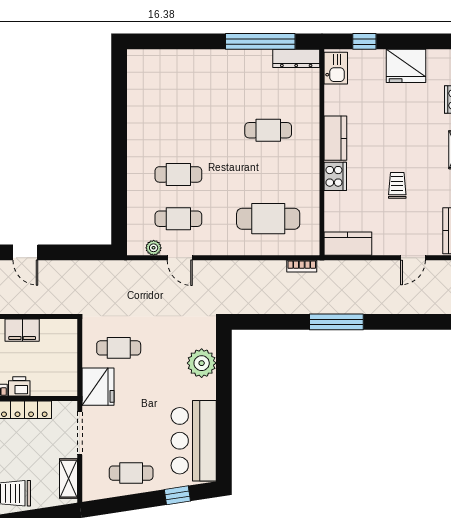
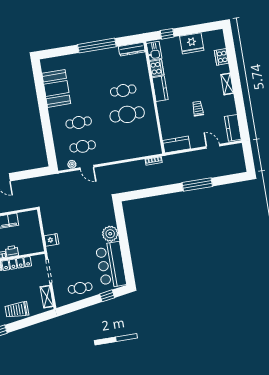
window: (260, 41) -> (97, 46), moved
booth: (148, 106) -> (56, 88), added
cooker: (335, 176) -> (157, 68), moved
cafe table: (268, 219) -> (127, 114), moved
door: (413, 258) -> (213, 146), swing flipped
window: (336, 322) -> (197, 184), moved
cafe table: (119, 348) -> (62, 222), removed
plant: (202, 363) -> (110, 234), moved
fridge: (98, 387) -> (51, 240), width x0.53, depth x0.75

